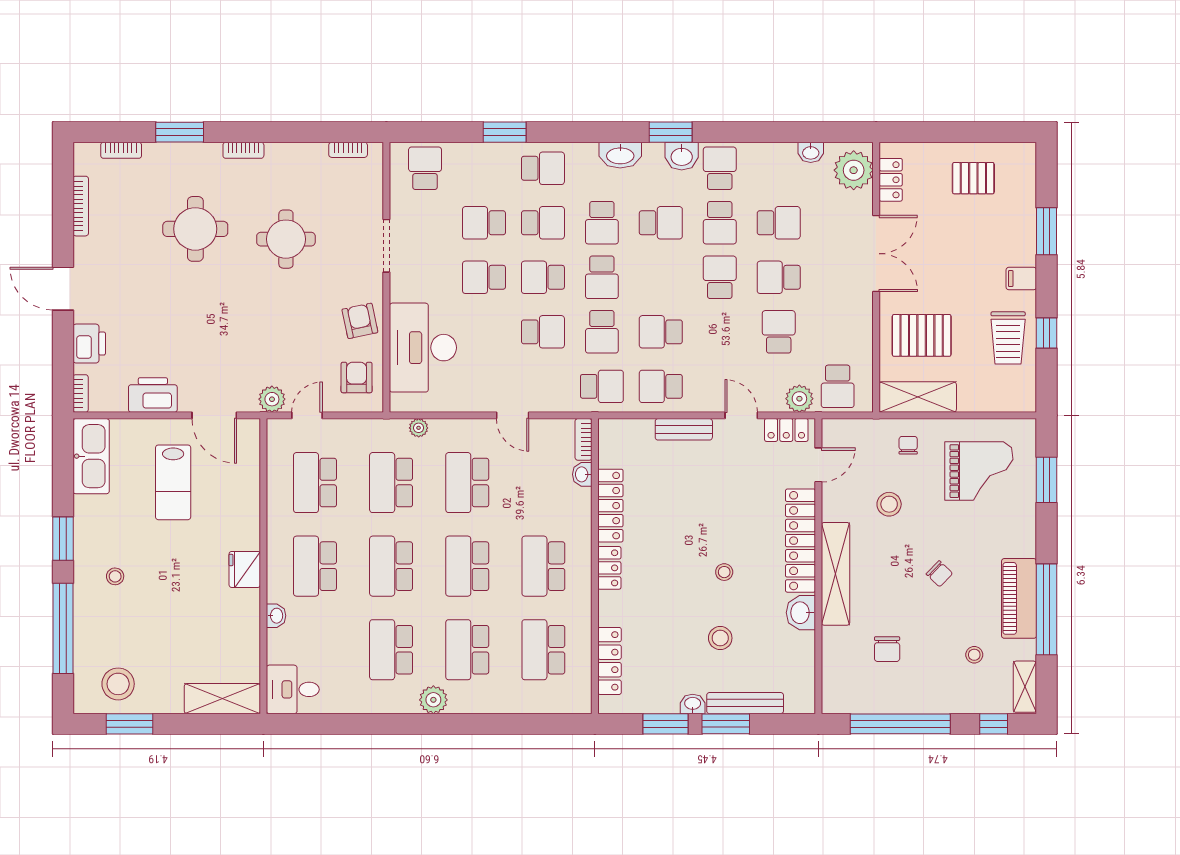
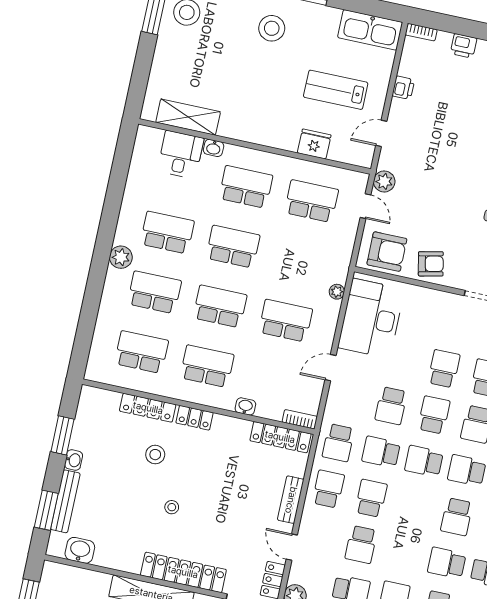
school desk: (720, 277) -> (361, 544), moved, turned 90
printer: (89, 344) -> (464, 46), width x0.73, depth x0.81
desk: (423, 348) -> (371, 318), moved, turned -90
armchair: (357, 377) -> (387, 252), width x1.38, depth x1.38
printer: (153, 395) -> (403, 88), width x0.53, depth x0.68
door: (214, 415) -> (381, 133), width x0.73
door: (741, 415) -> (292, 547), swing flipped
washbasin: (582, 474) -> (245, 406), moved
school desk: (391, 483) -> (299, 261), removed
locker: (610, 506) -> (280, 437), moved
fridge: (245, 569) -> (314, 144), moved
stool: (115, 576) -> (272, 28), width x1.89, depth x1.89
washbasin: (801, 613) -> (80, 550), moved
stool: (720, 638) -> (155, 455), moved
locker: (610, 661) -> (148, 408), moved
desk: (293, 689) -> (181, 155), moved
shelving: (222, 699) -> (188, 117), moved, turned 90
window: (726, 724) -> (46, 510), moved

